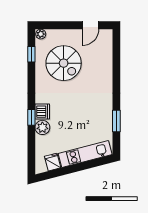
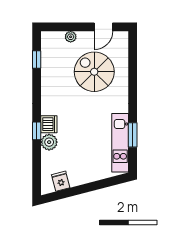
plant: (41, 34) -> (71, 37), moved
spiral stairs: (64, 63) -> (94, 72), moved, turned 180
kitchen unit: (85, 154) -> (120, 143), moved, turned -75

